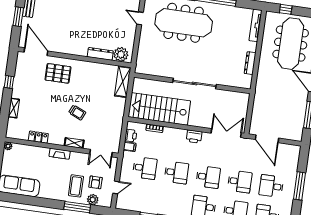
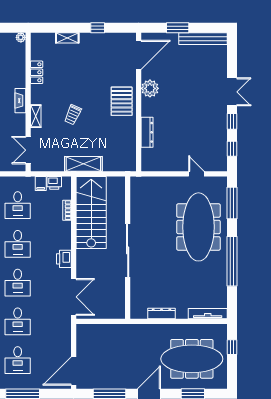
door: (140, 18) -> (196, 174), hinge flipped
plant: (121, 54) -> (150, 88), moved
pallet: (58, 73) -> (122, 101), moved
shelving: (123, 82) -> (83, 164), moved
door: (267, 139) -> (74, 371), moved
desk: (271, 186) -> (18, 360), turned 180

